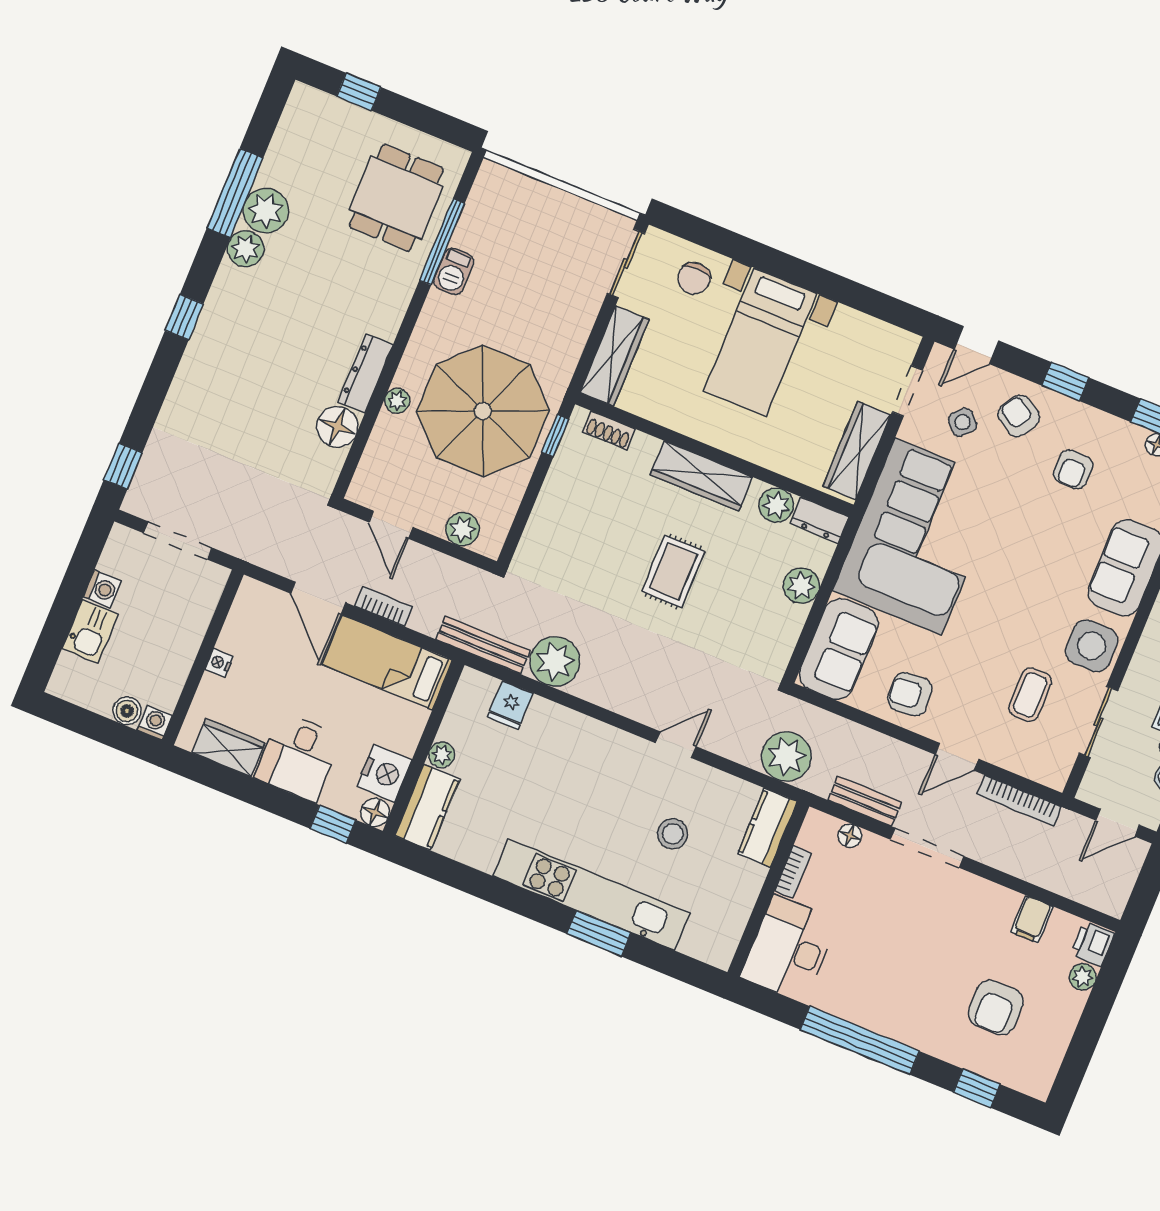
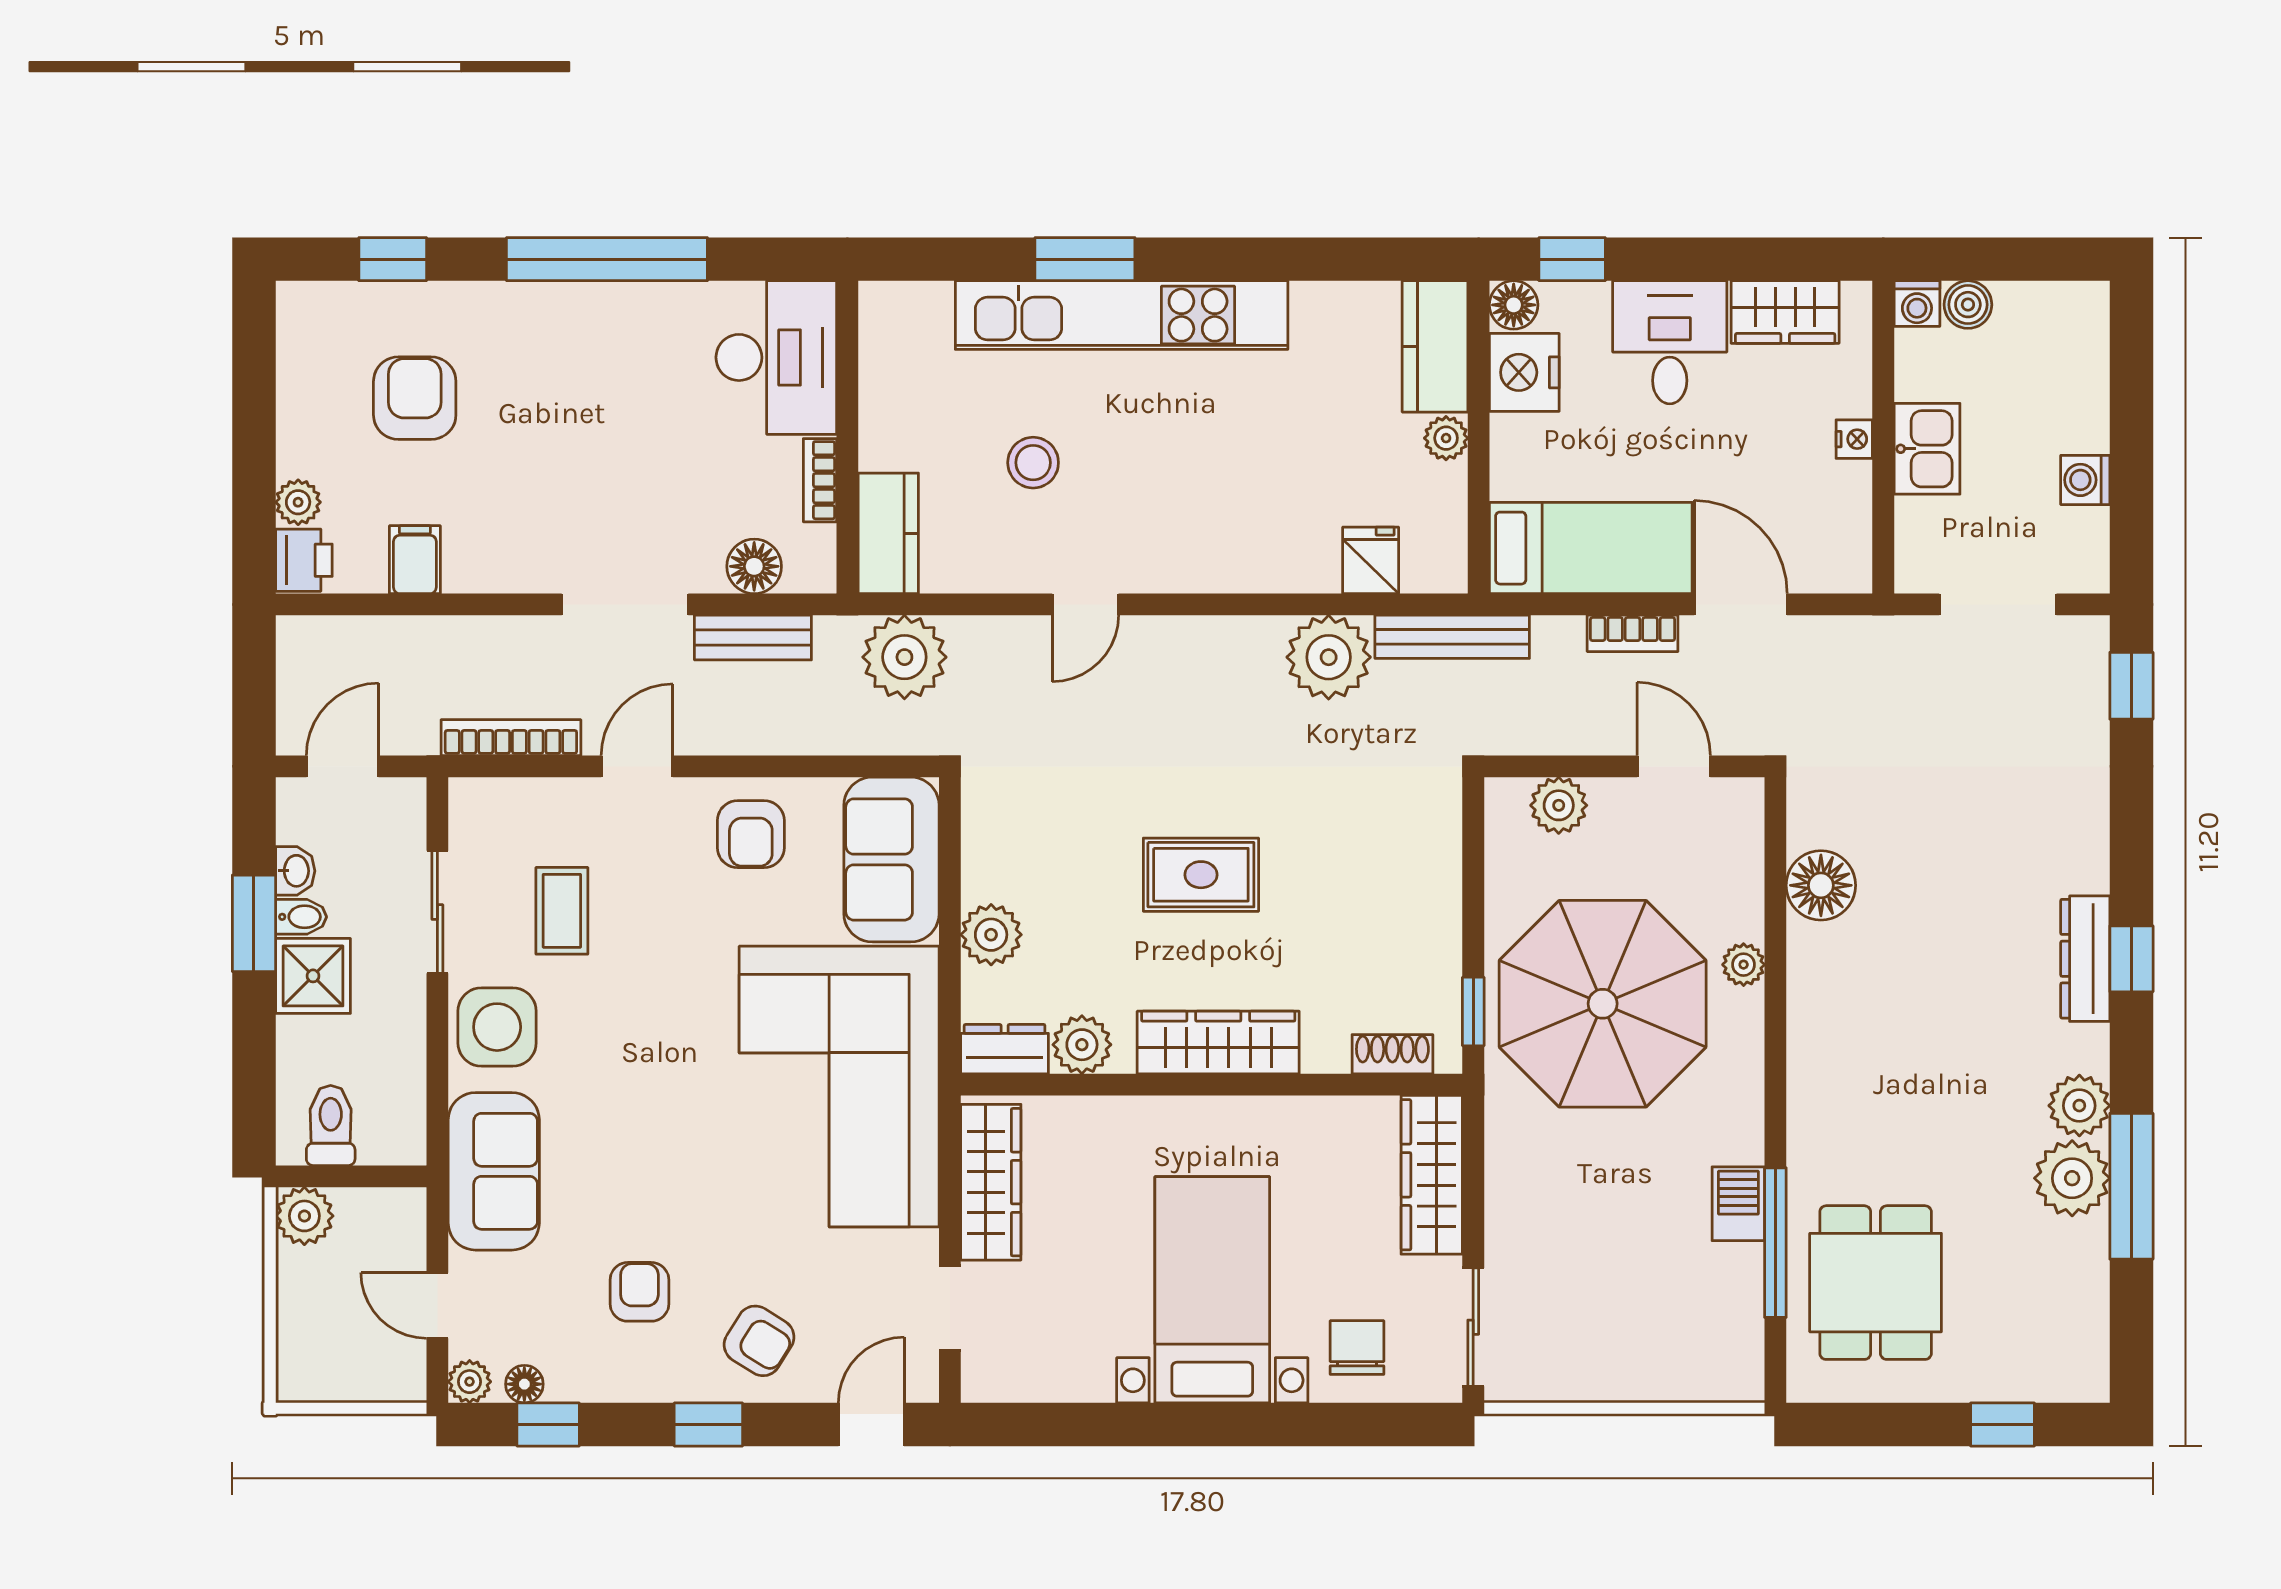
dresser: (366, 373) -> (2085, 959), moved, turned 180
side table: (963, 422) -> (843, 1295), removed
rug: (673, 571) -> (1201, 875), turned 90
kitchen sink: (90, 631) -> (1927, 449), moved, turned 180
armchair: (910, 694) -> (751, 834), turned 94
floor lamp: (850, 836) -> (754, 566), width x1.37, depth x1.37

